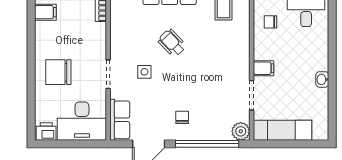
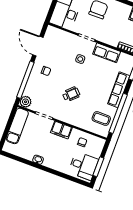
wheelchair: (172, 43) -> (71, 94), moved
filing cabinet: (264, 68) -> (61, 130), width x2.00
row of seats: (120, 120) -> (107, 53), moved

